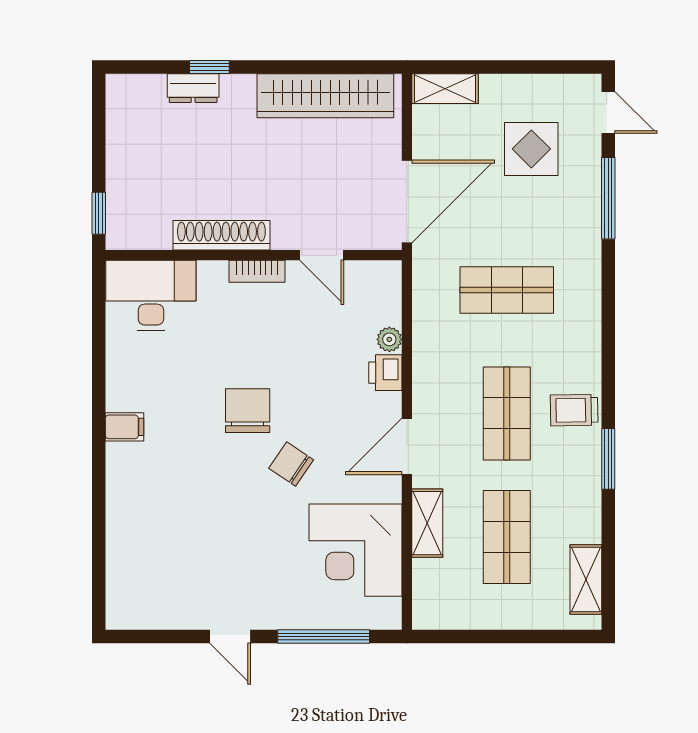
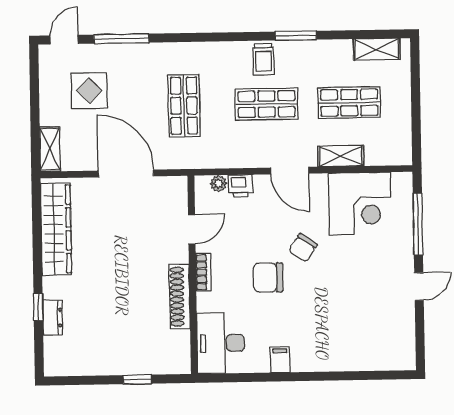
shoe rack: (221, 235) -> (180, 297), moved
wall: (254, 255) -> (193, 275), moved
door: (322, 255) -> (192, 229), moved
bookcase: (257, 271) -> (203, 272), moved
desk: (151, 295) -> (221, 343), moved

